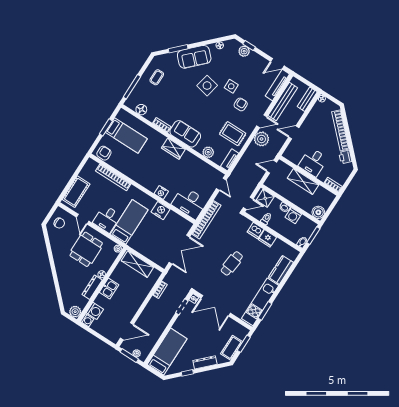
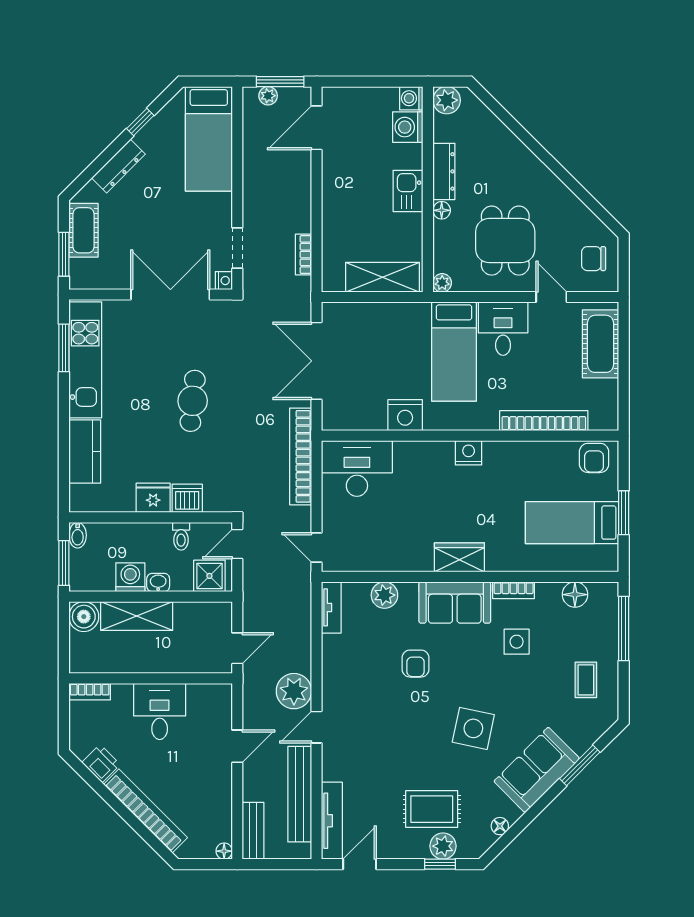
side table: (231, 86) -> (517, 642), moved
armchair: (241, 104) -> (416, 664), moved
rug: (233, 134) -> (432, 809), moved
shelving: (303, 181) -> (137, 616), moved
nightstand: (161, 193) -> (469, 453), moved

